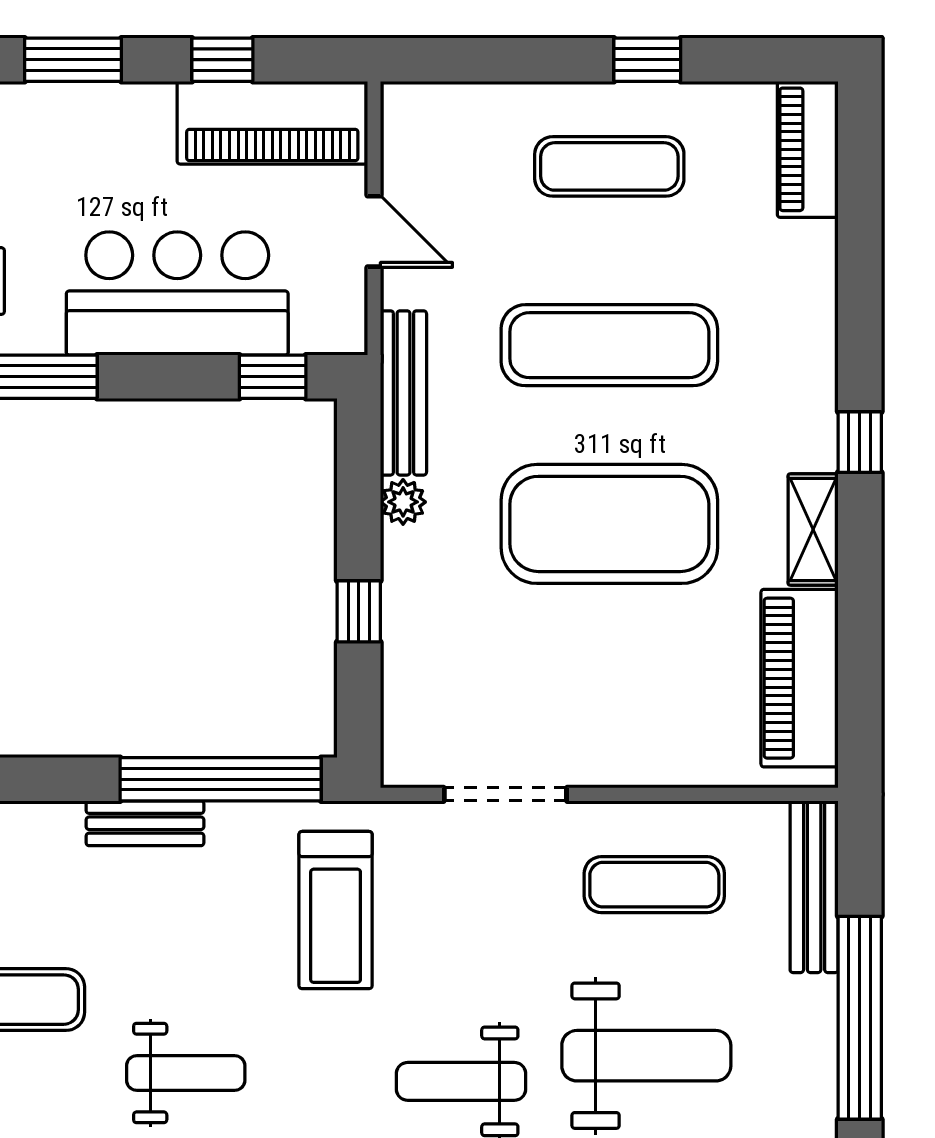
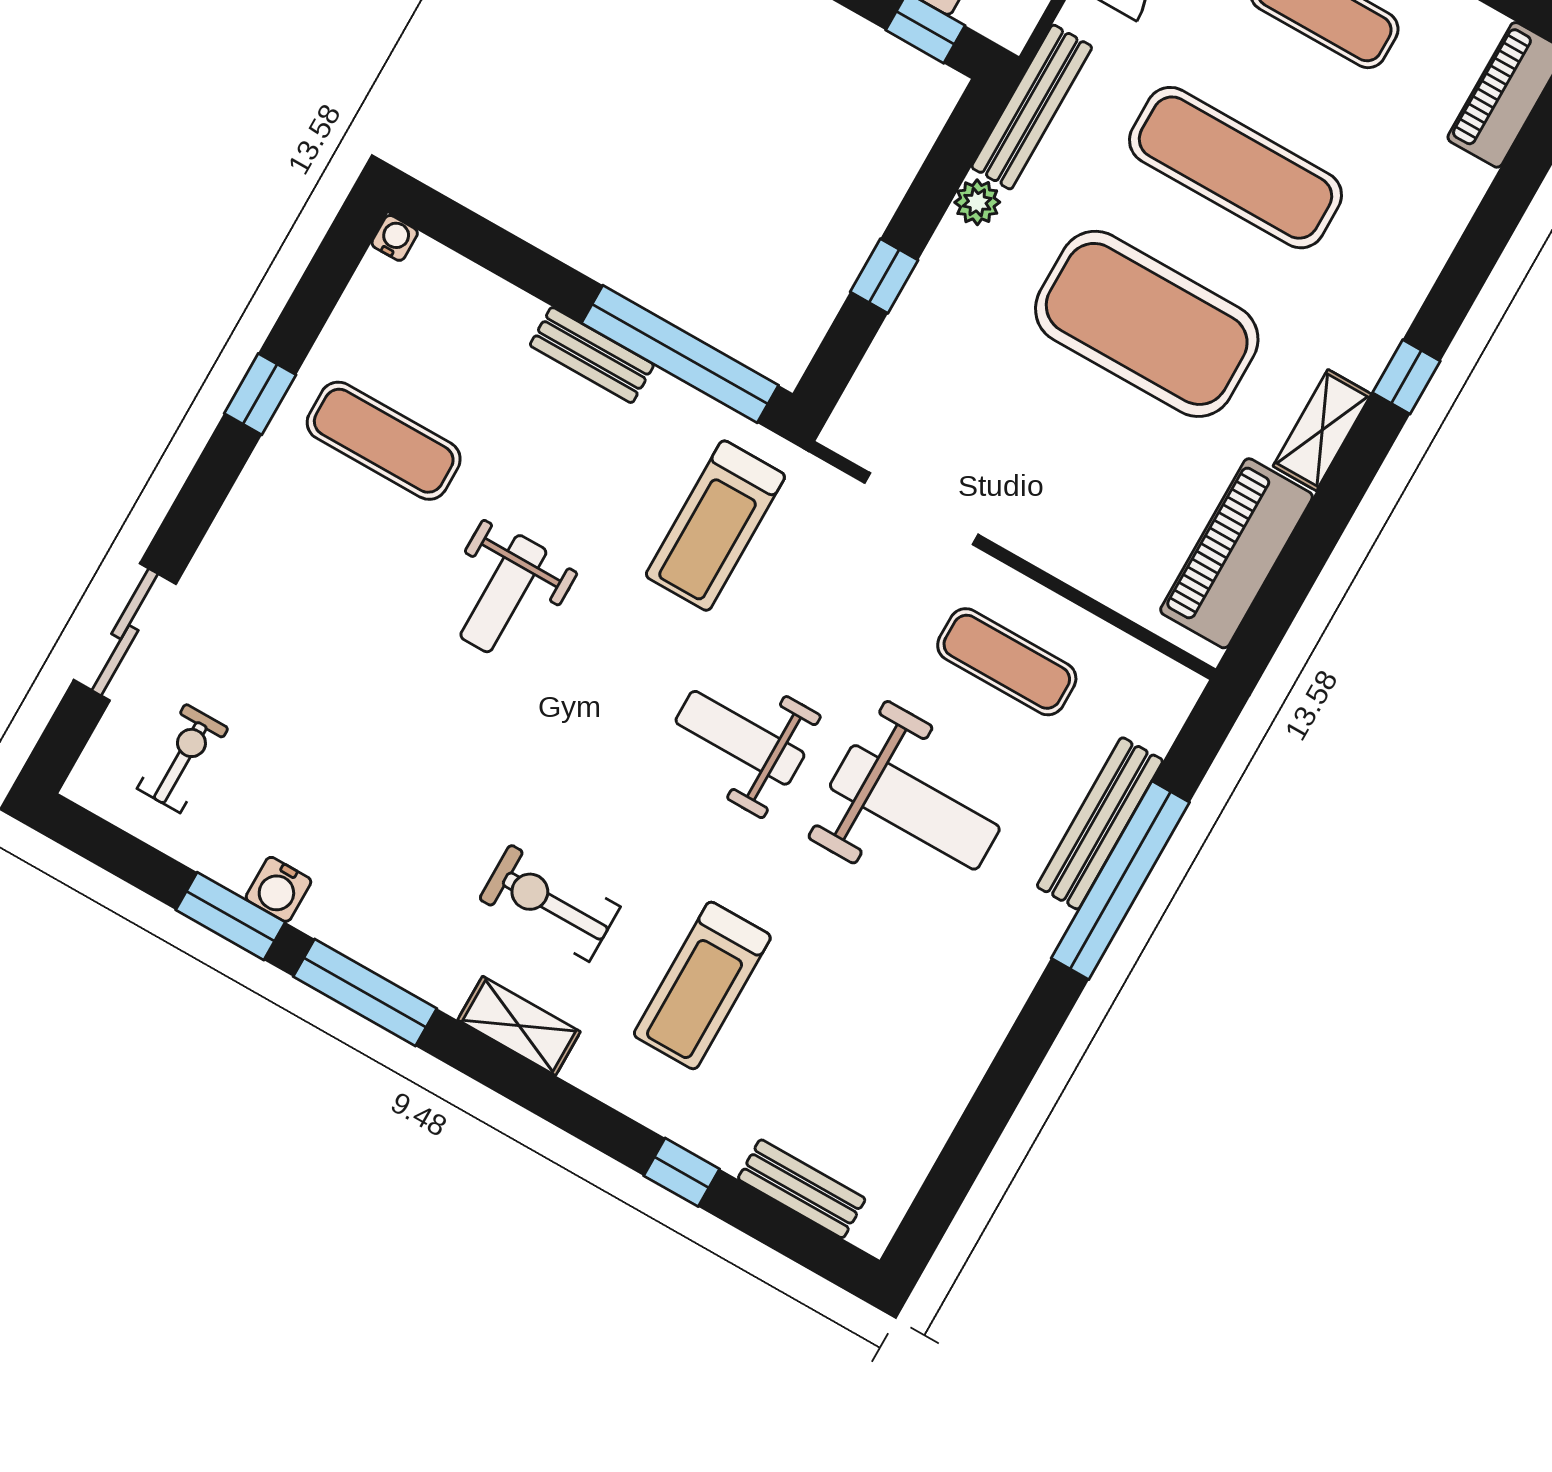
bench: (814, 887) -> (1100, 823), moved
weight bench: (186, 1073) -> (503, 594), turned 90

